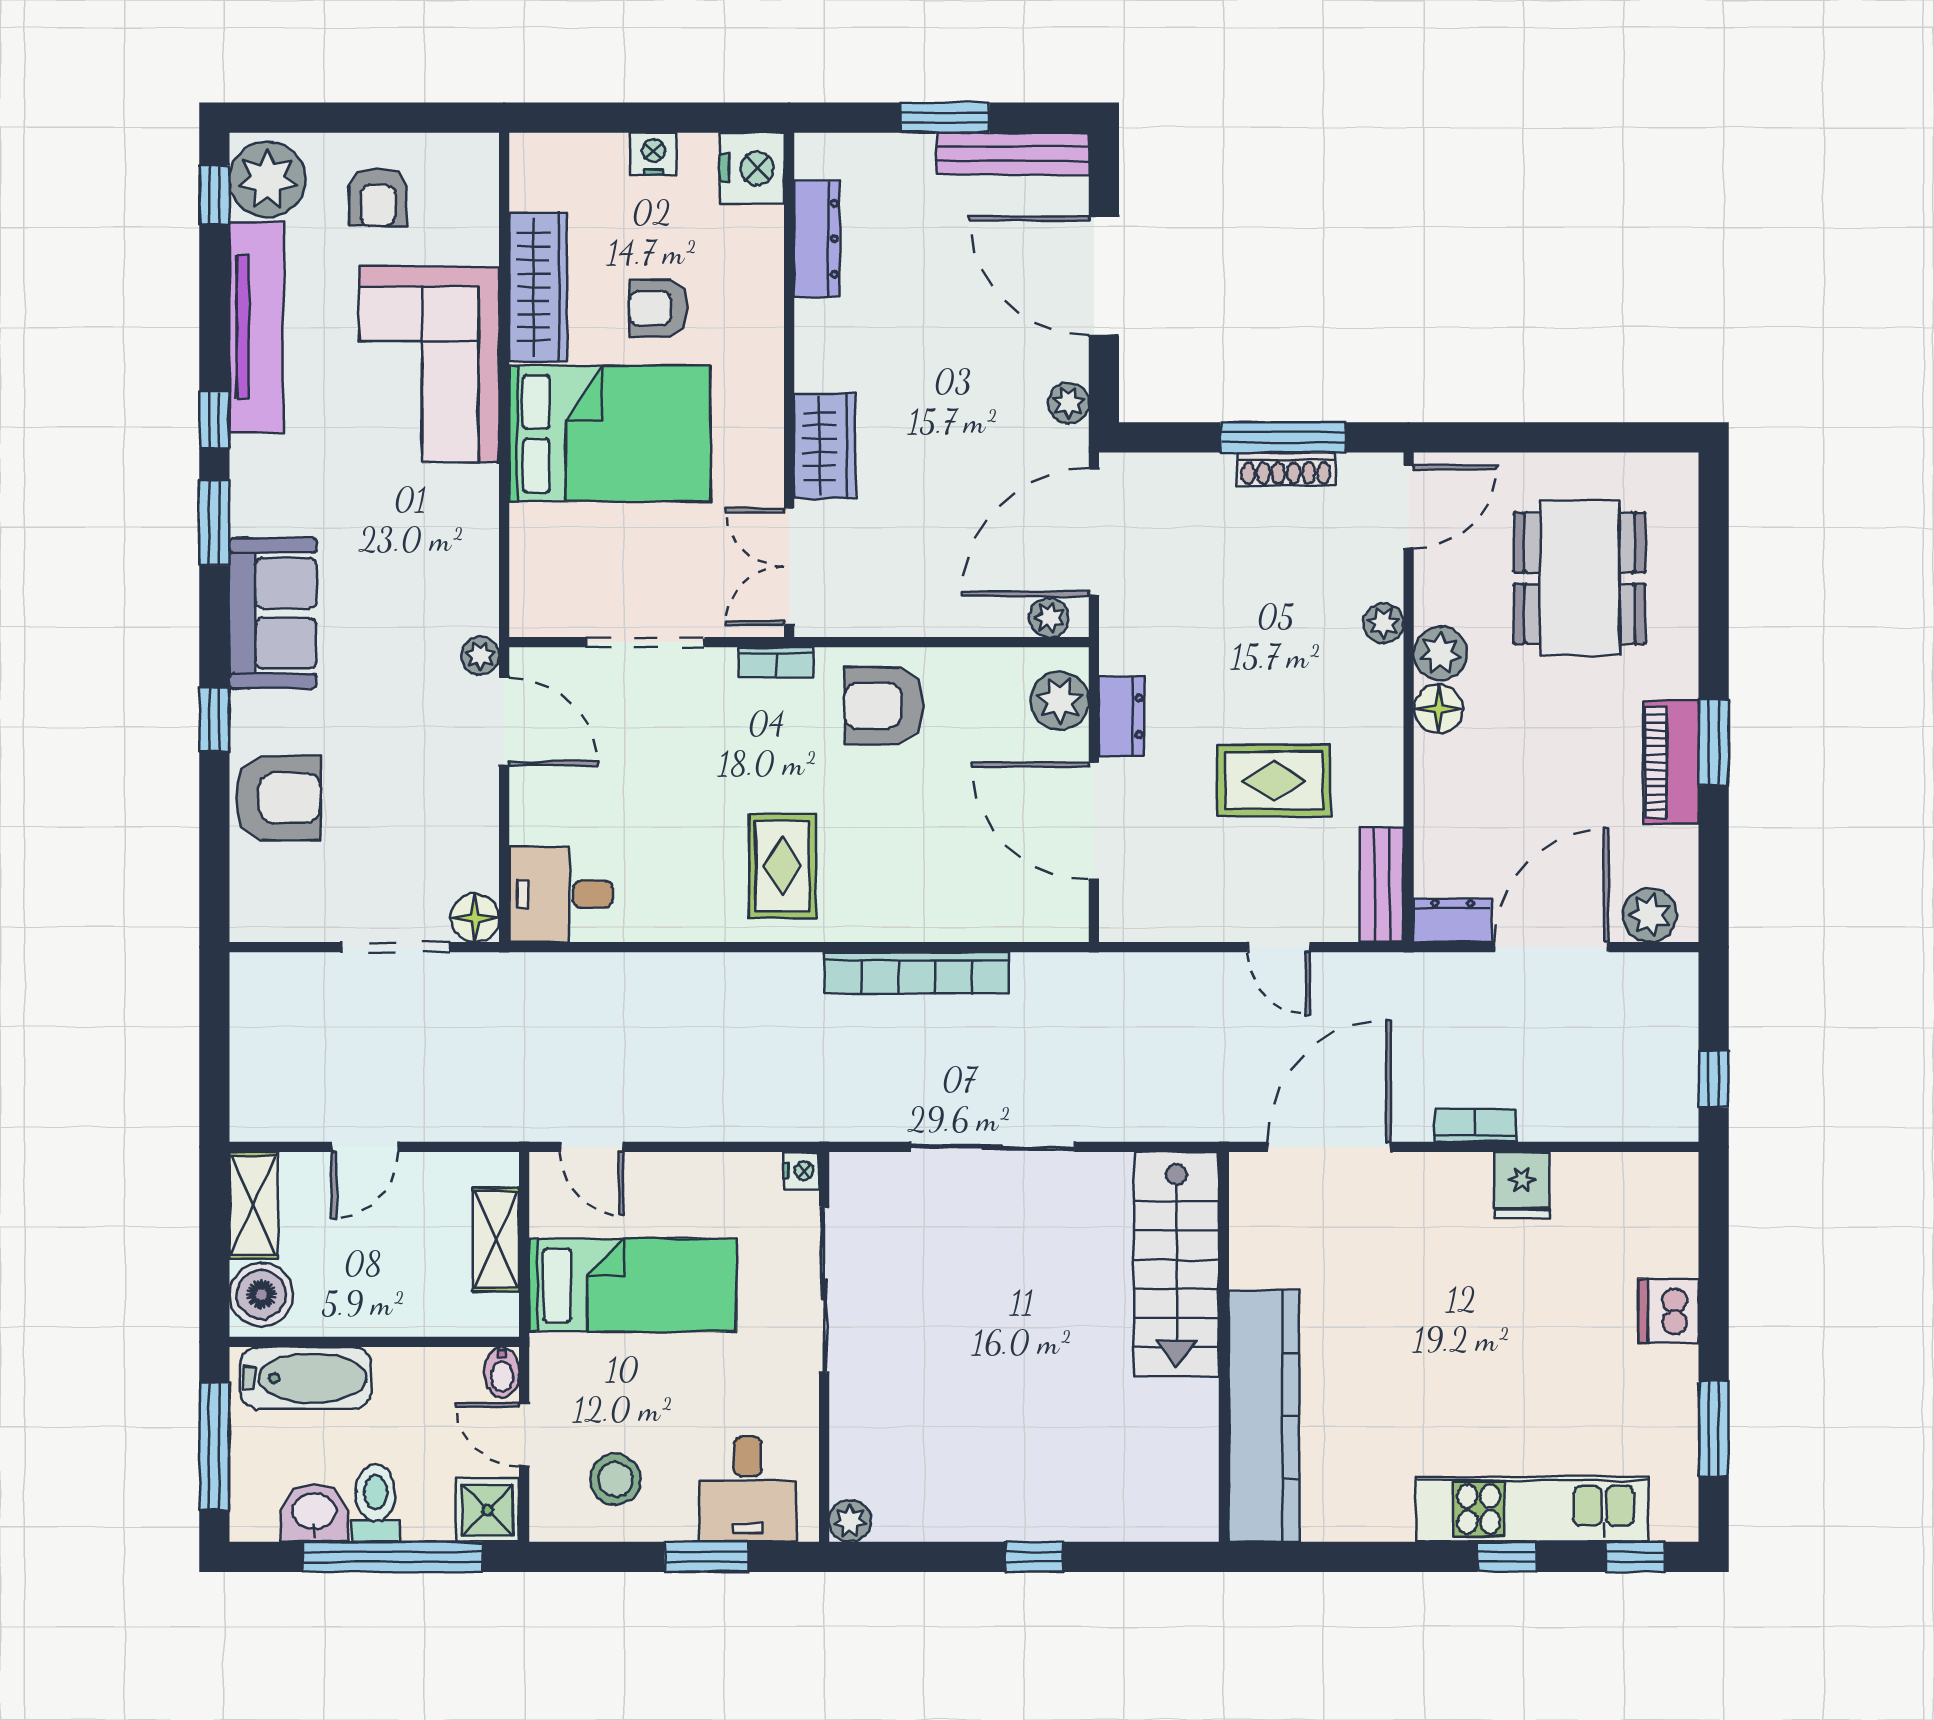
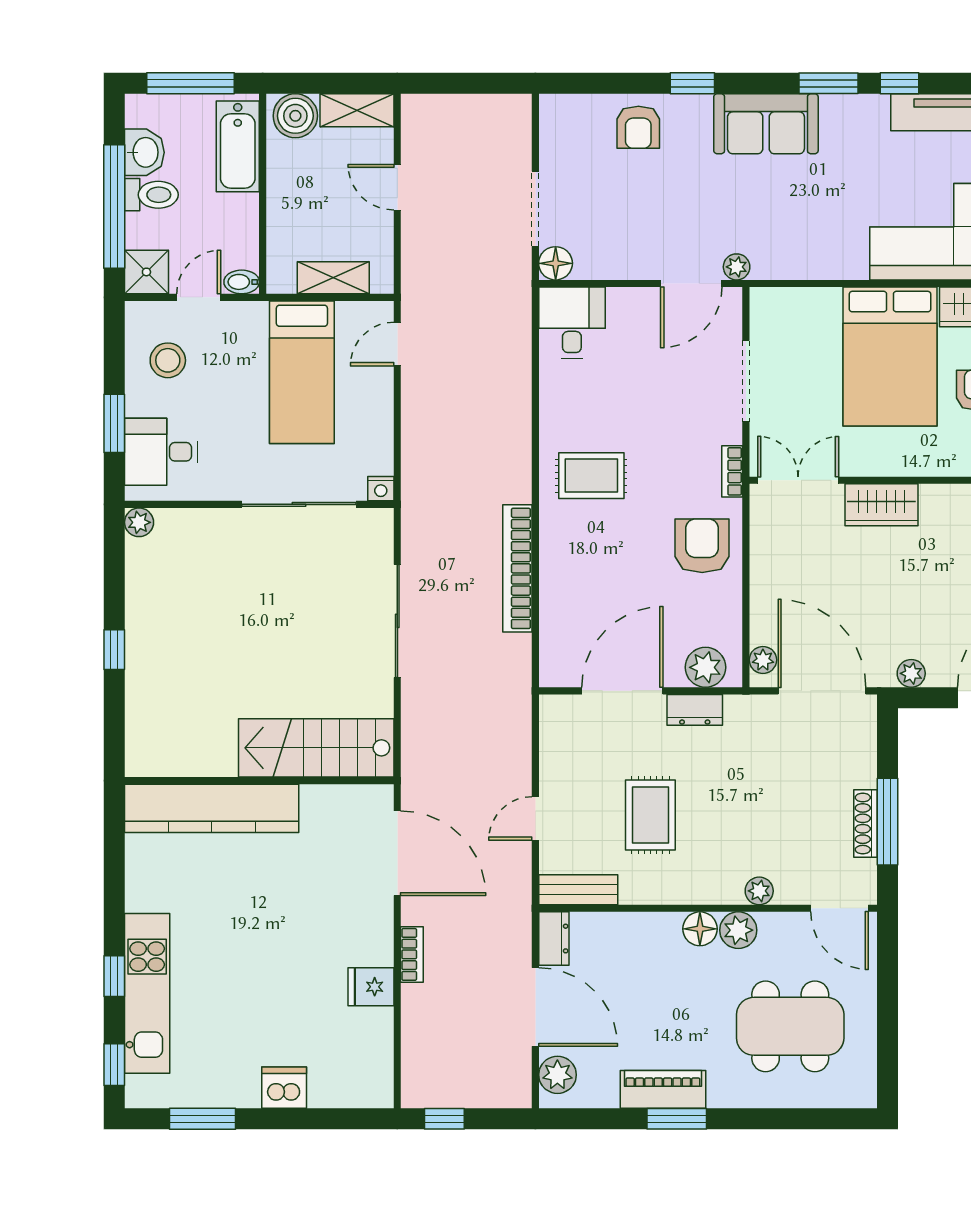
armchair: (278, 798) -> (638, 127), width x0.72, depth x0.72

